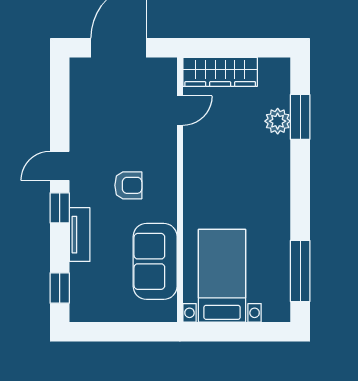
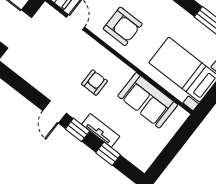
armchair: (217, 168) -> (123, 26), added
window: (60, 288) -> (108, 154), moved

